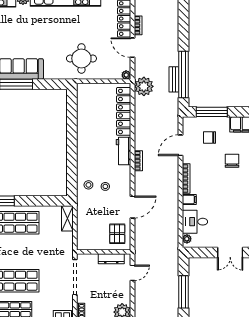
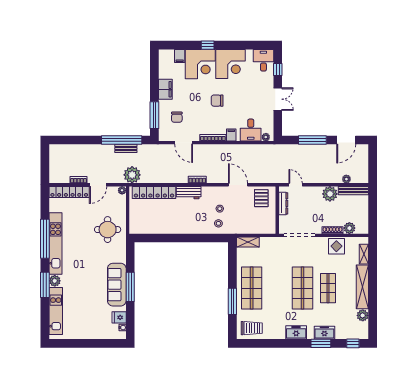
chair: (232, 161) -> (217, 101), moved
pallet: (117, 234) -> (261, 198), turned 90

